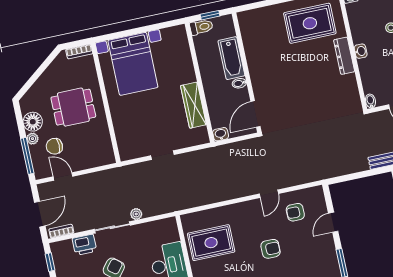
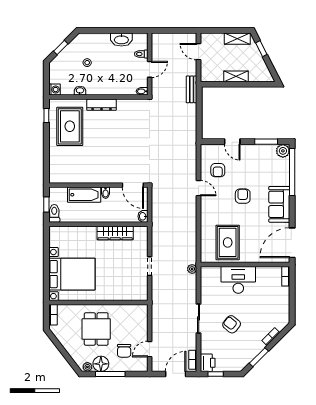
washbasin: (361, 51) -> (80, 91), moved
plant: (32, 139) -> (87, 367), moved
window: (27, 156) -> (110, 374), moved
door: (40, 214) -> (176, 374), hinge flipped
plant: (136, 214) -> (192, 269), moved
printer: (84, 245) -> (208, 363), moved

